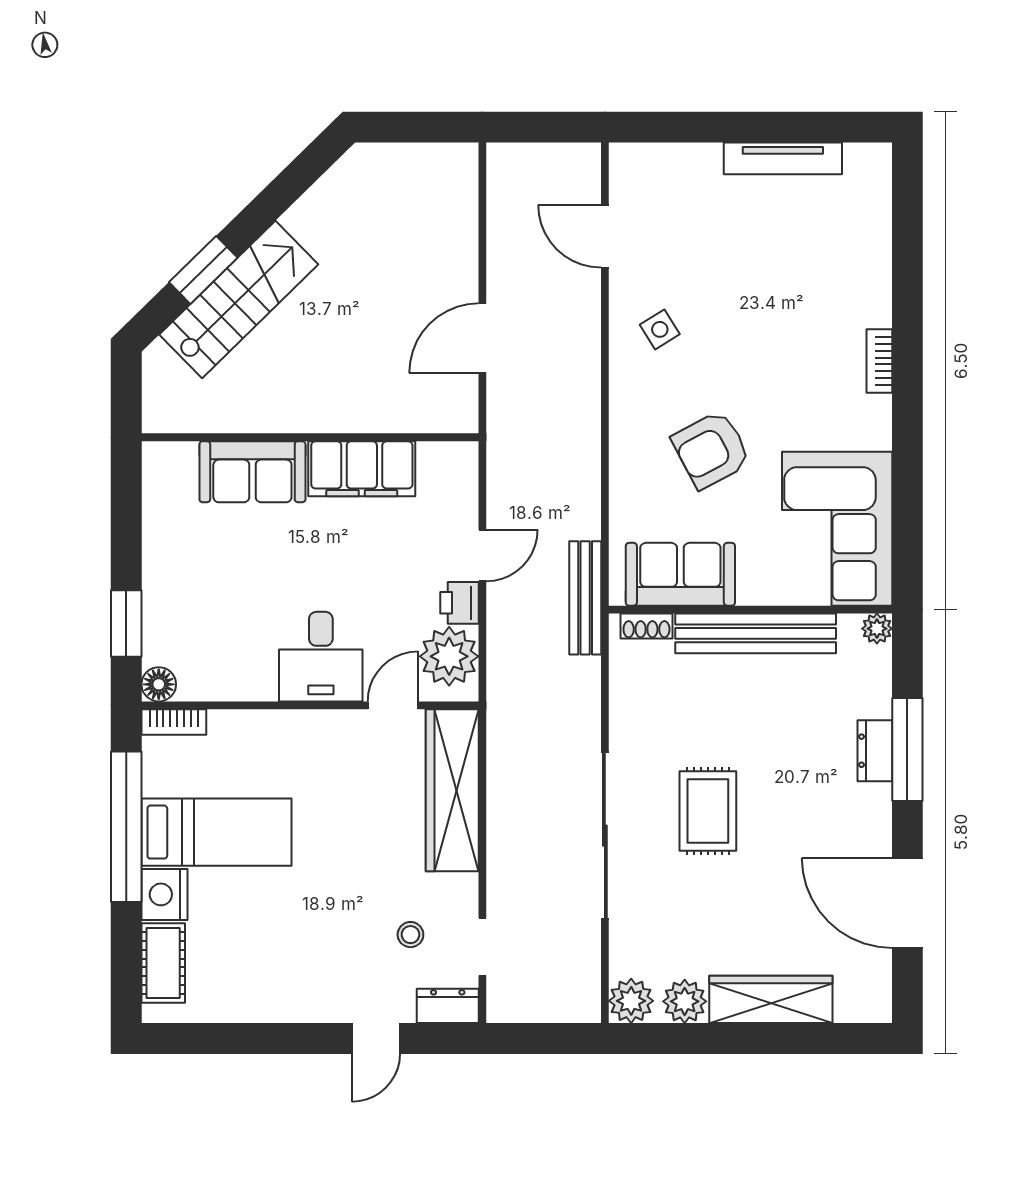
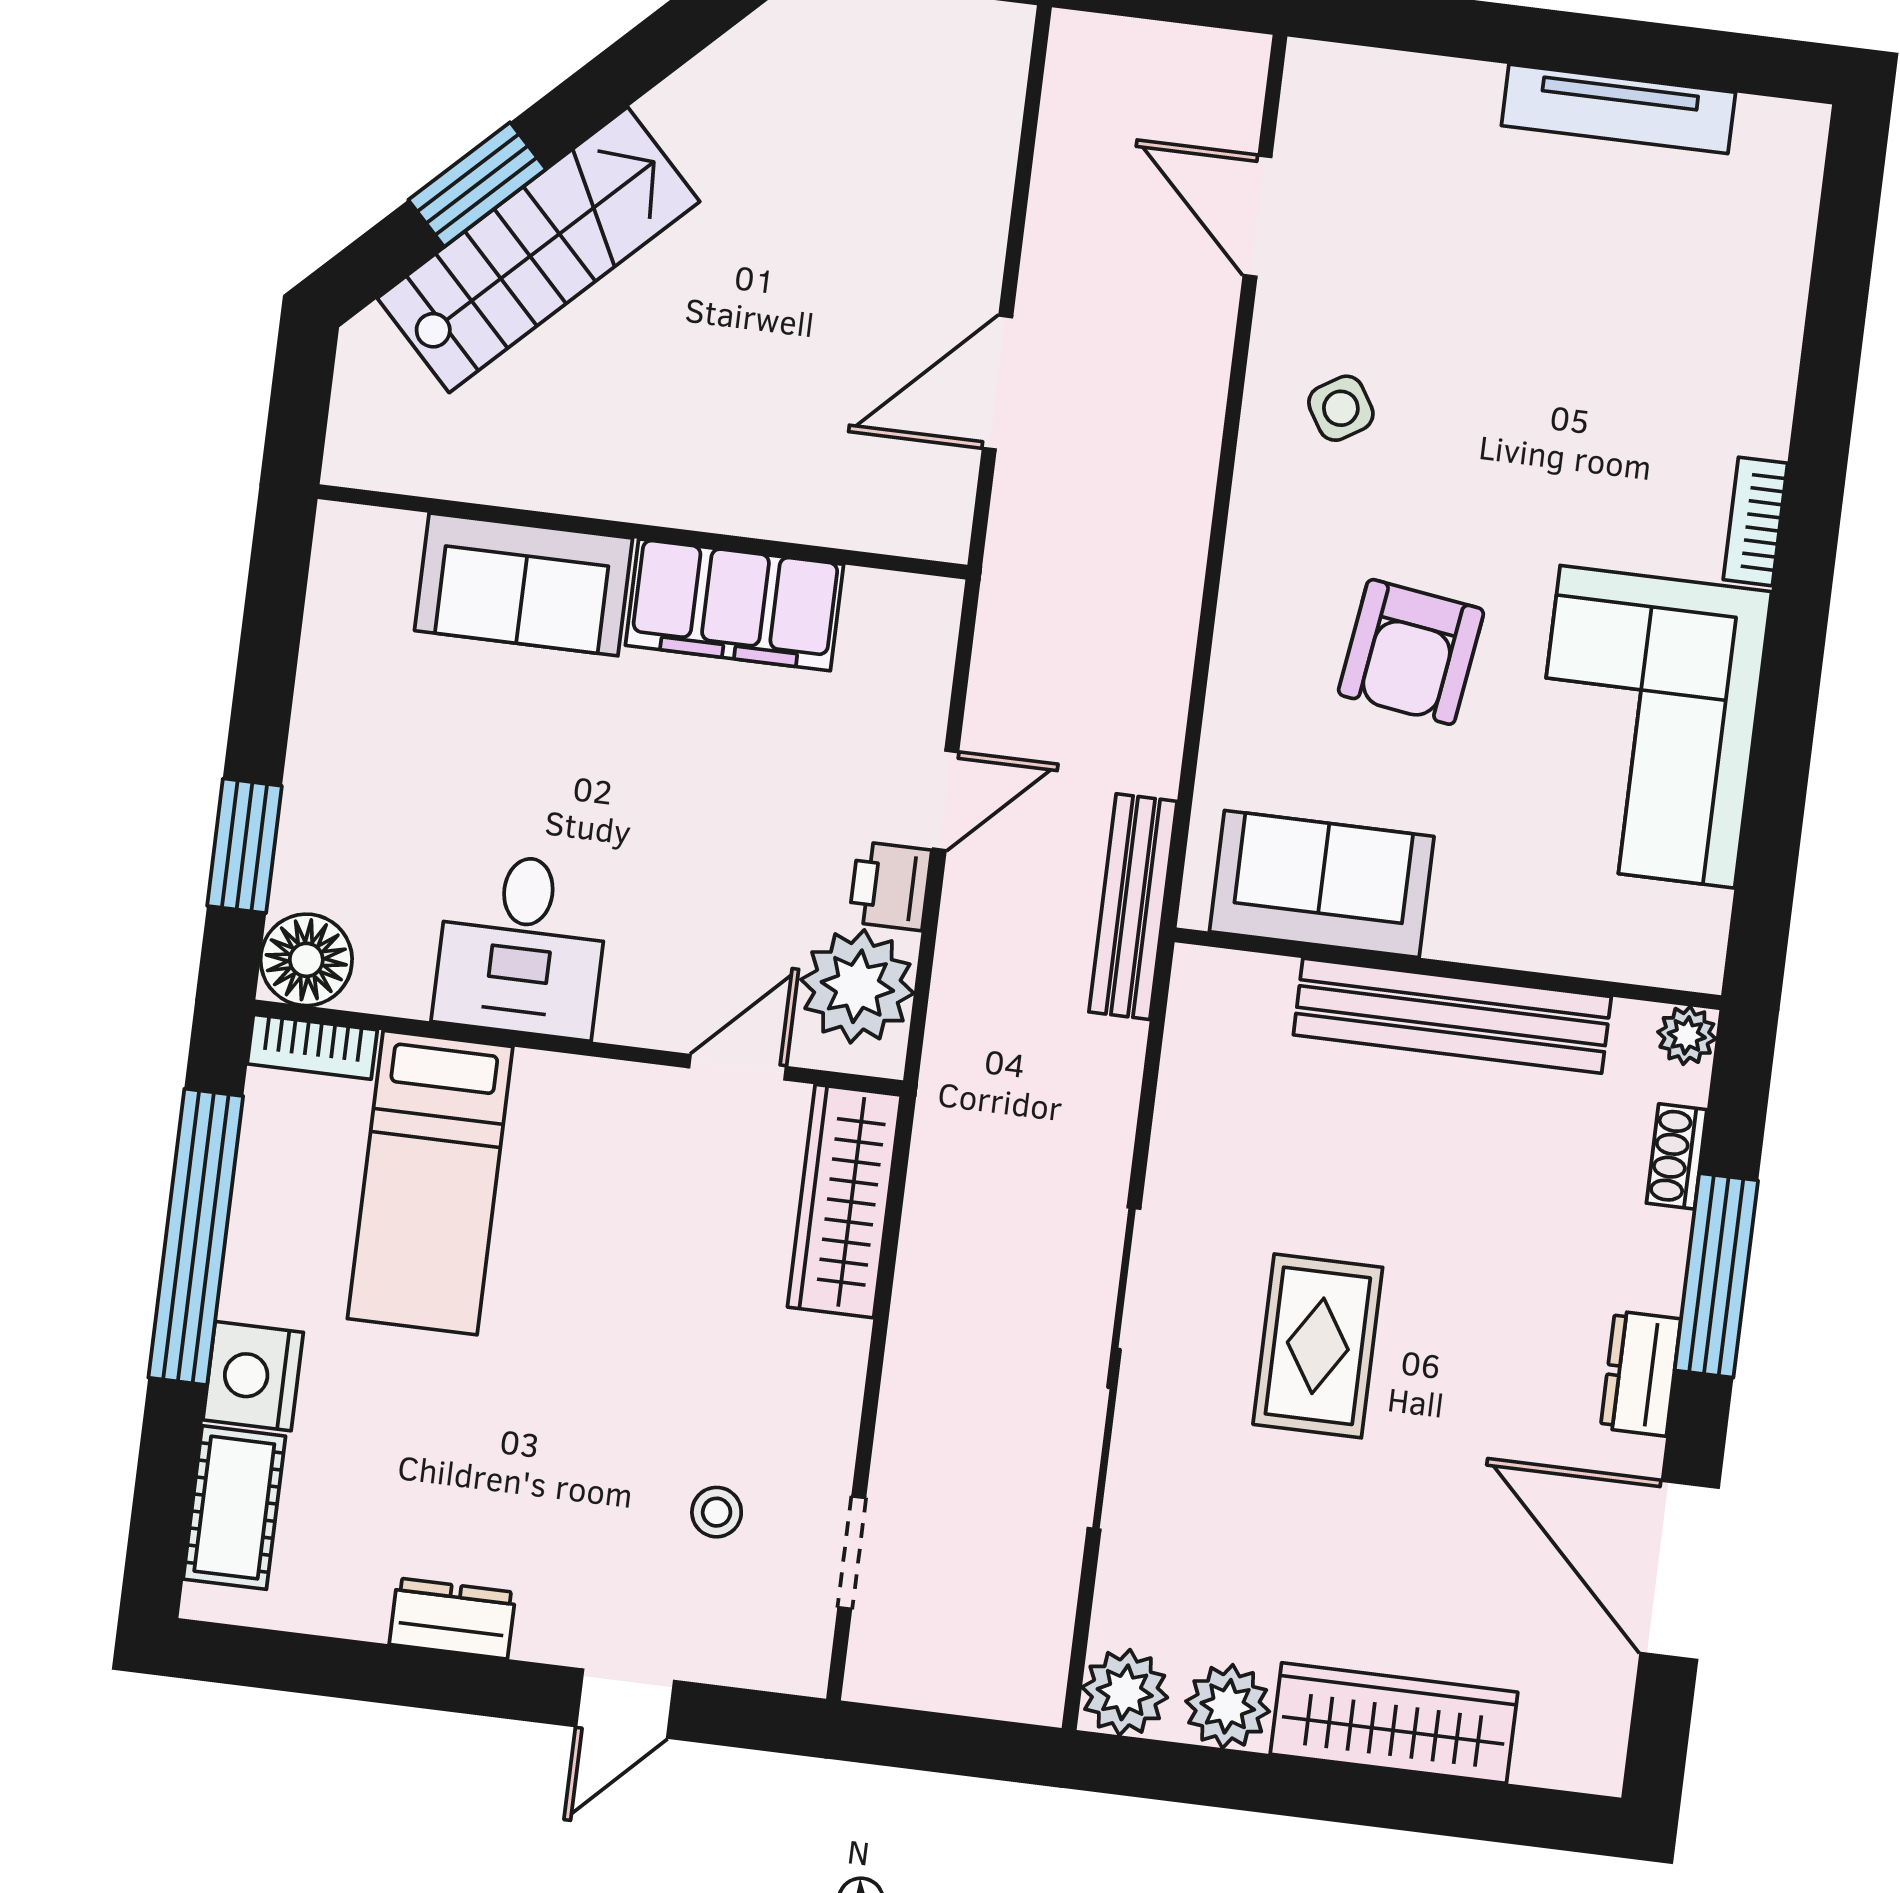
armchair: (711, 450) -> (1411, 652), turned -54
corner sofa: (837, 529) -> (1647, 727), moved
shoe rack: (646, 626) -> (1677, 1156), moved, turned 90
desk: (321, 657) -> (522, 945), moved
floor lamp: (159, 684) -> (306, 960), width x1.38, depth x1.38
dresser: (875, 751) -> (1641, 1373), moved
wardrobe: (452, 790) -> (844, 1201), width x0.71, depth x0.85
bed: (216, 832) -> (430, 1183), moved, turned 90
dresser: (448, 1006) -> (452, 1618), moved

